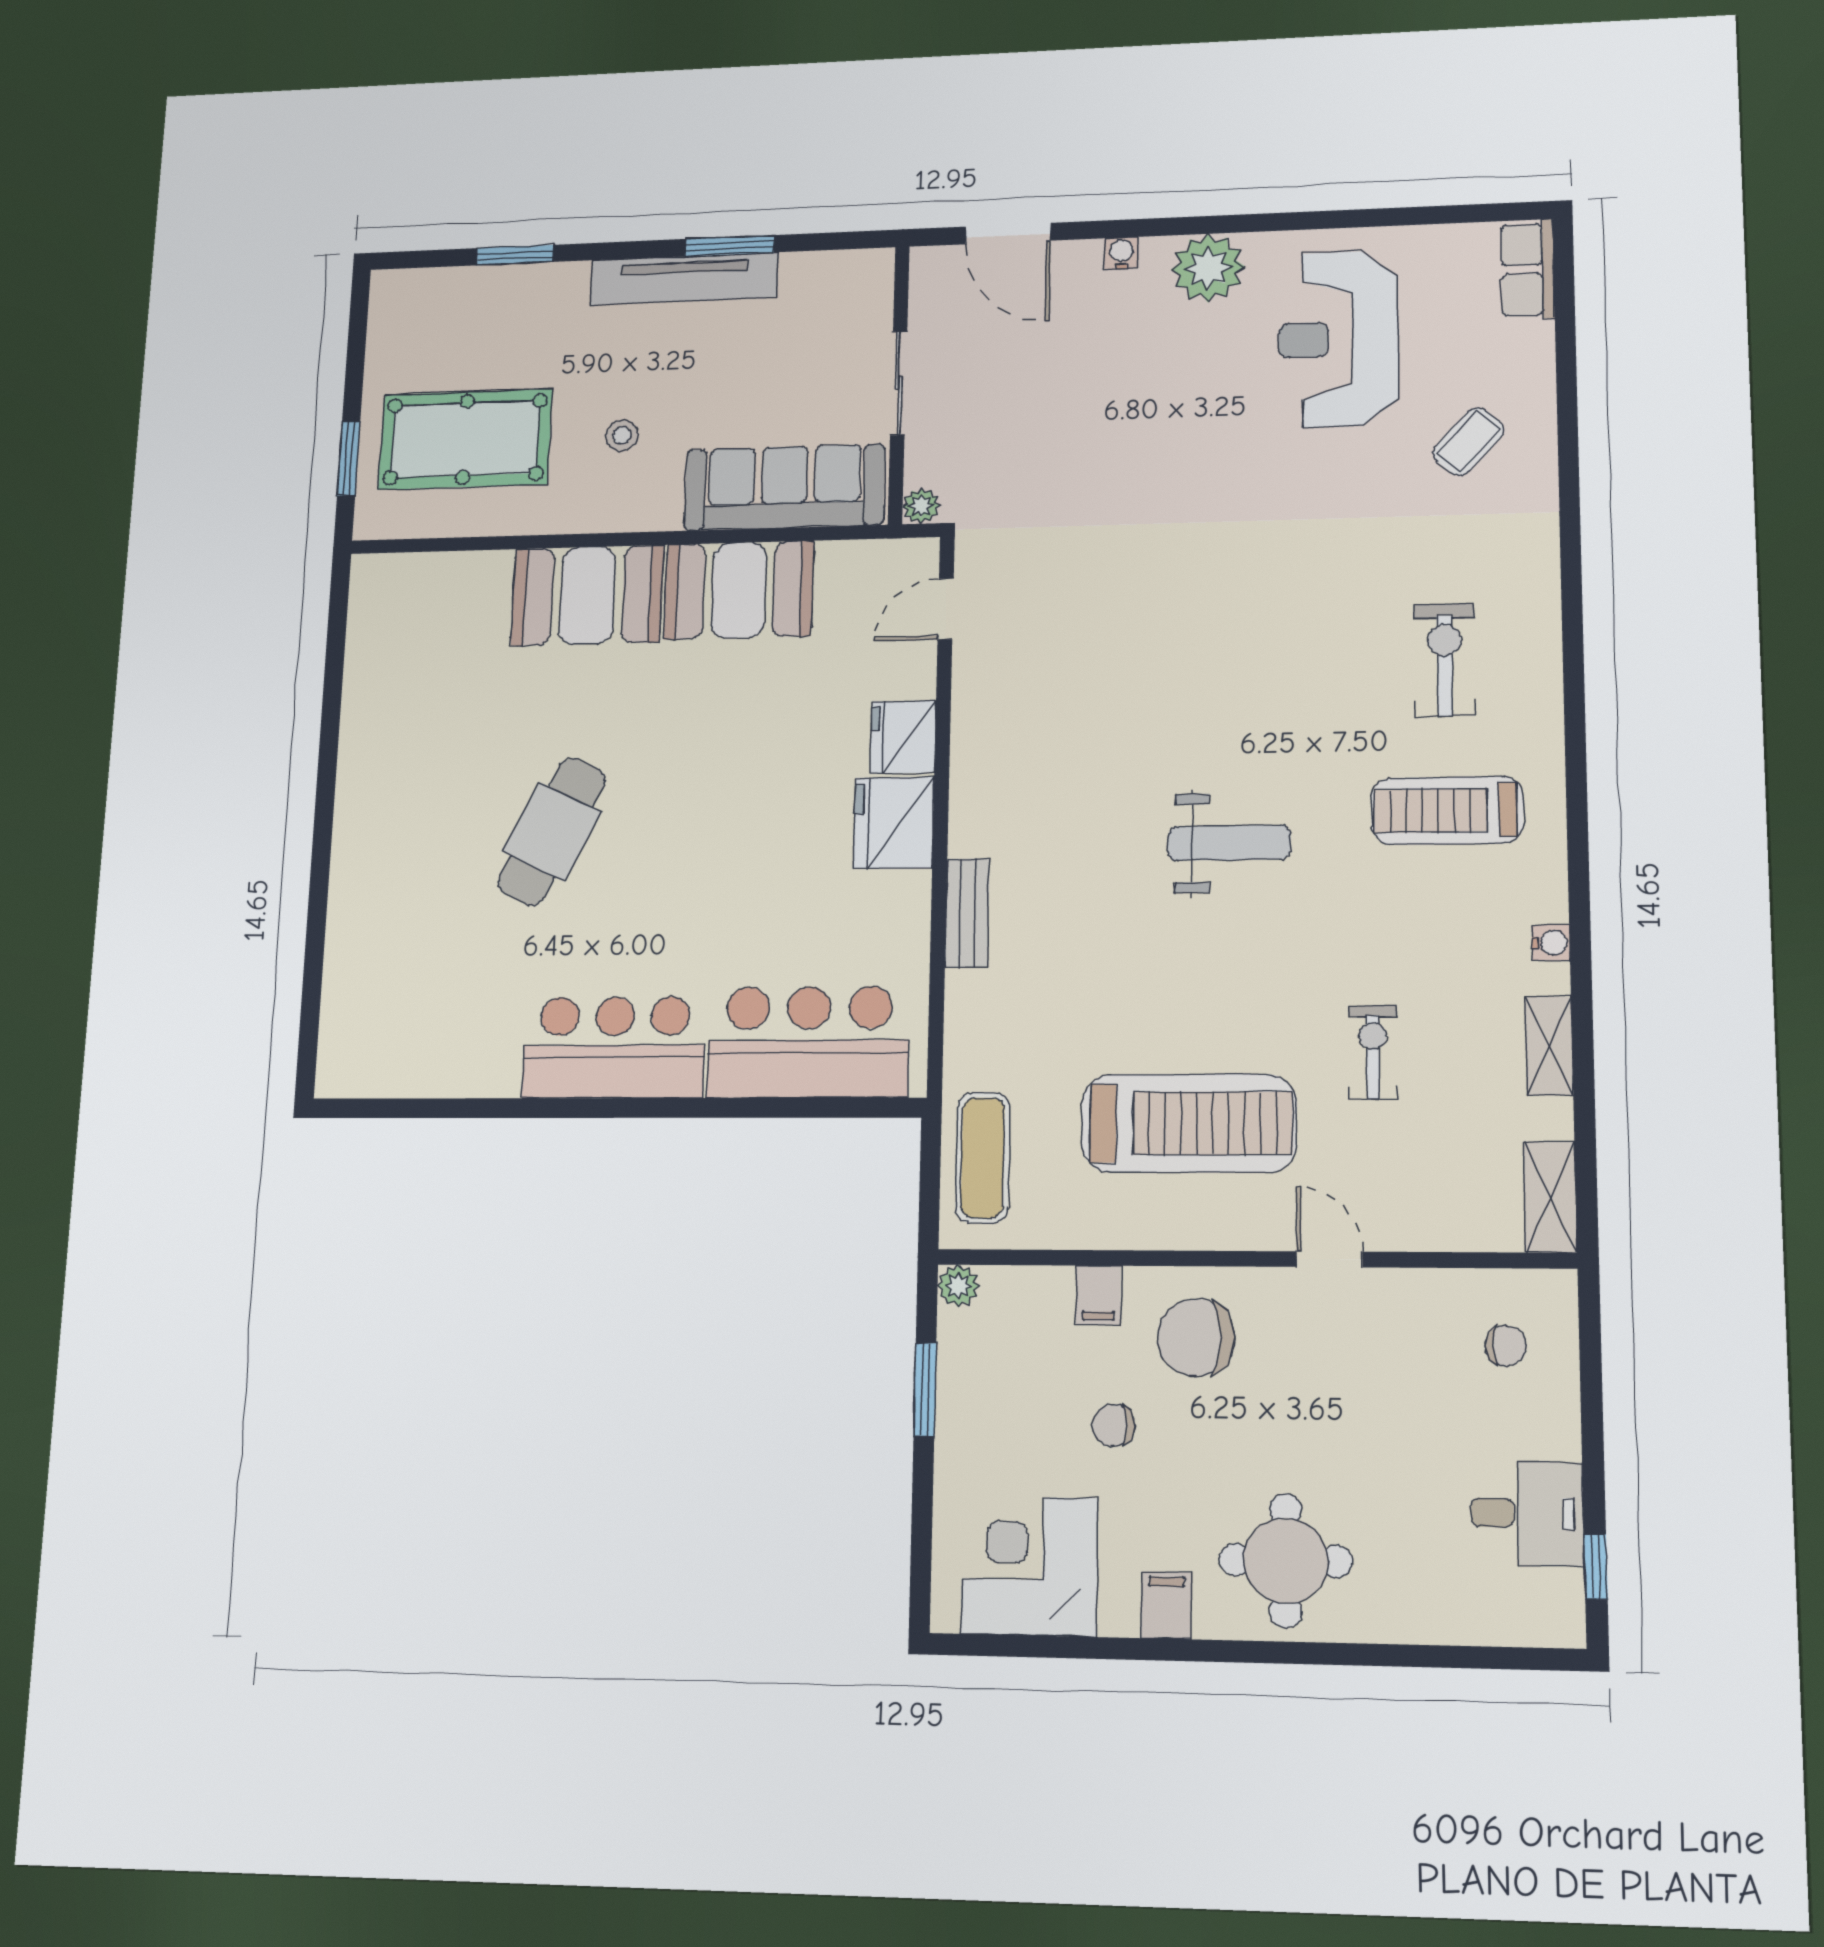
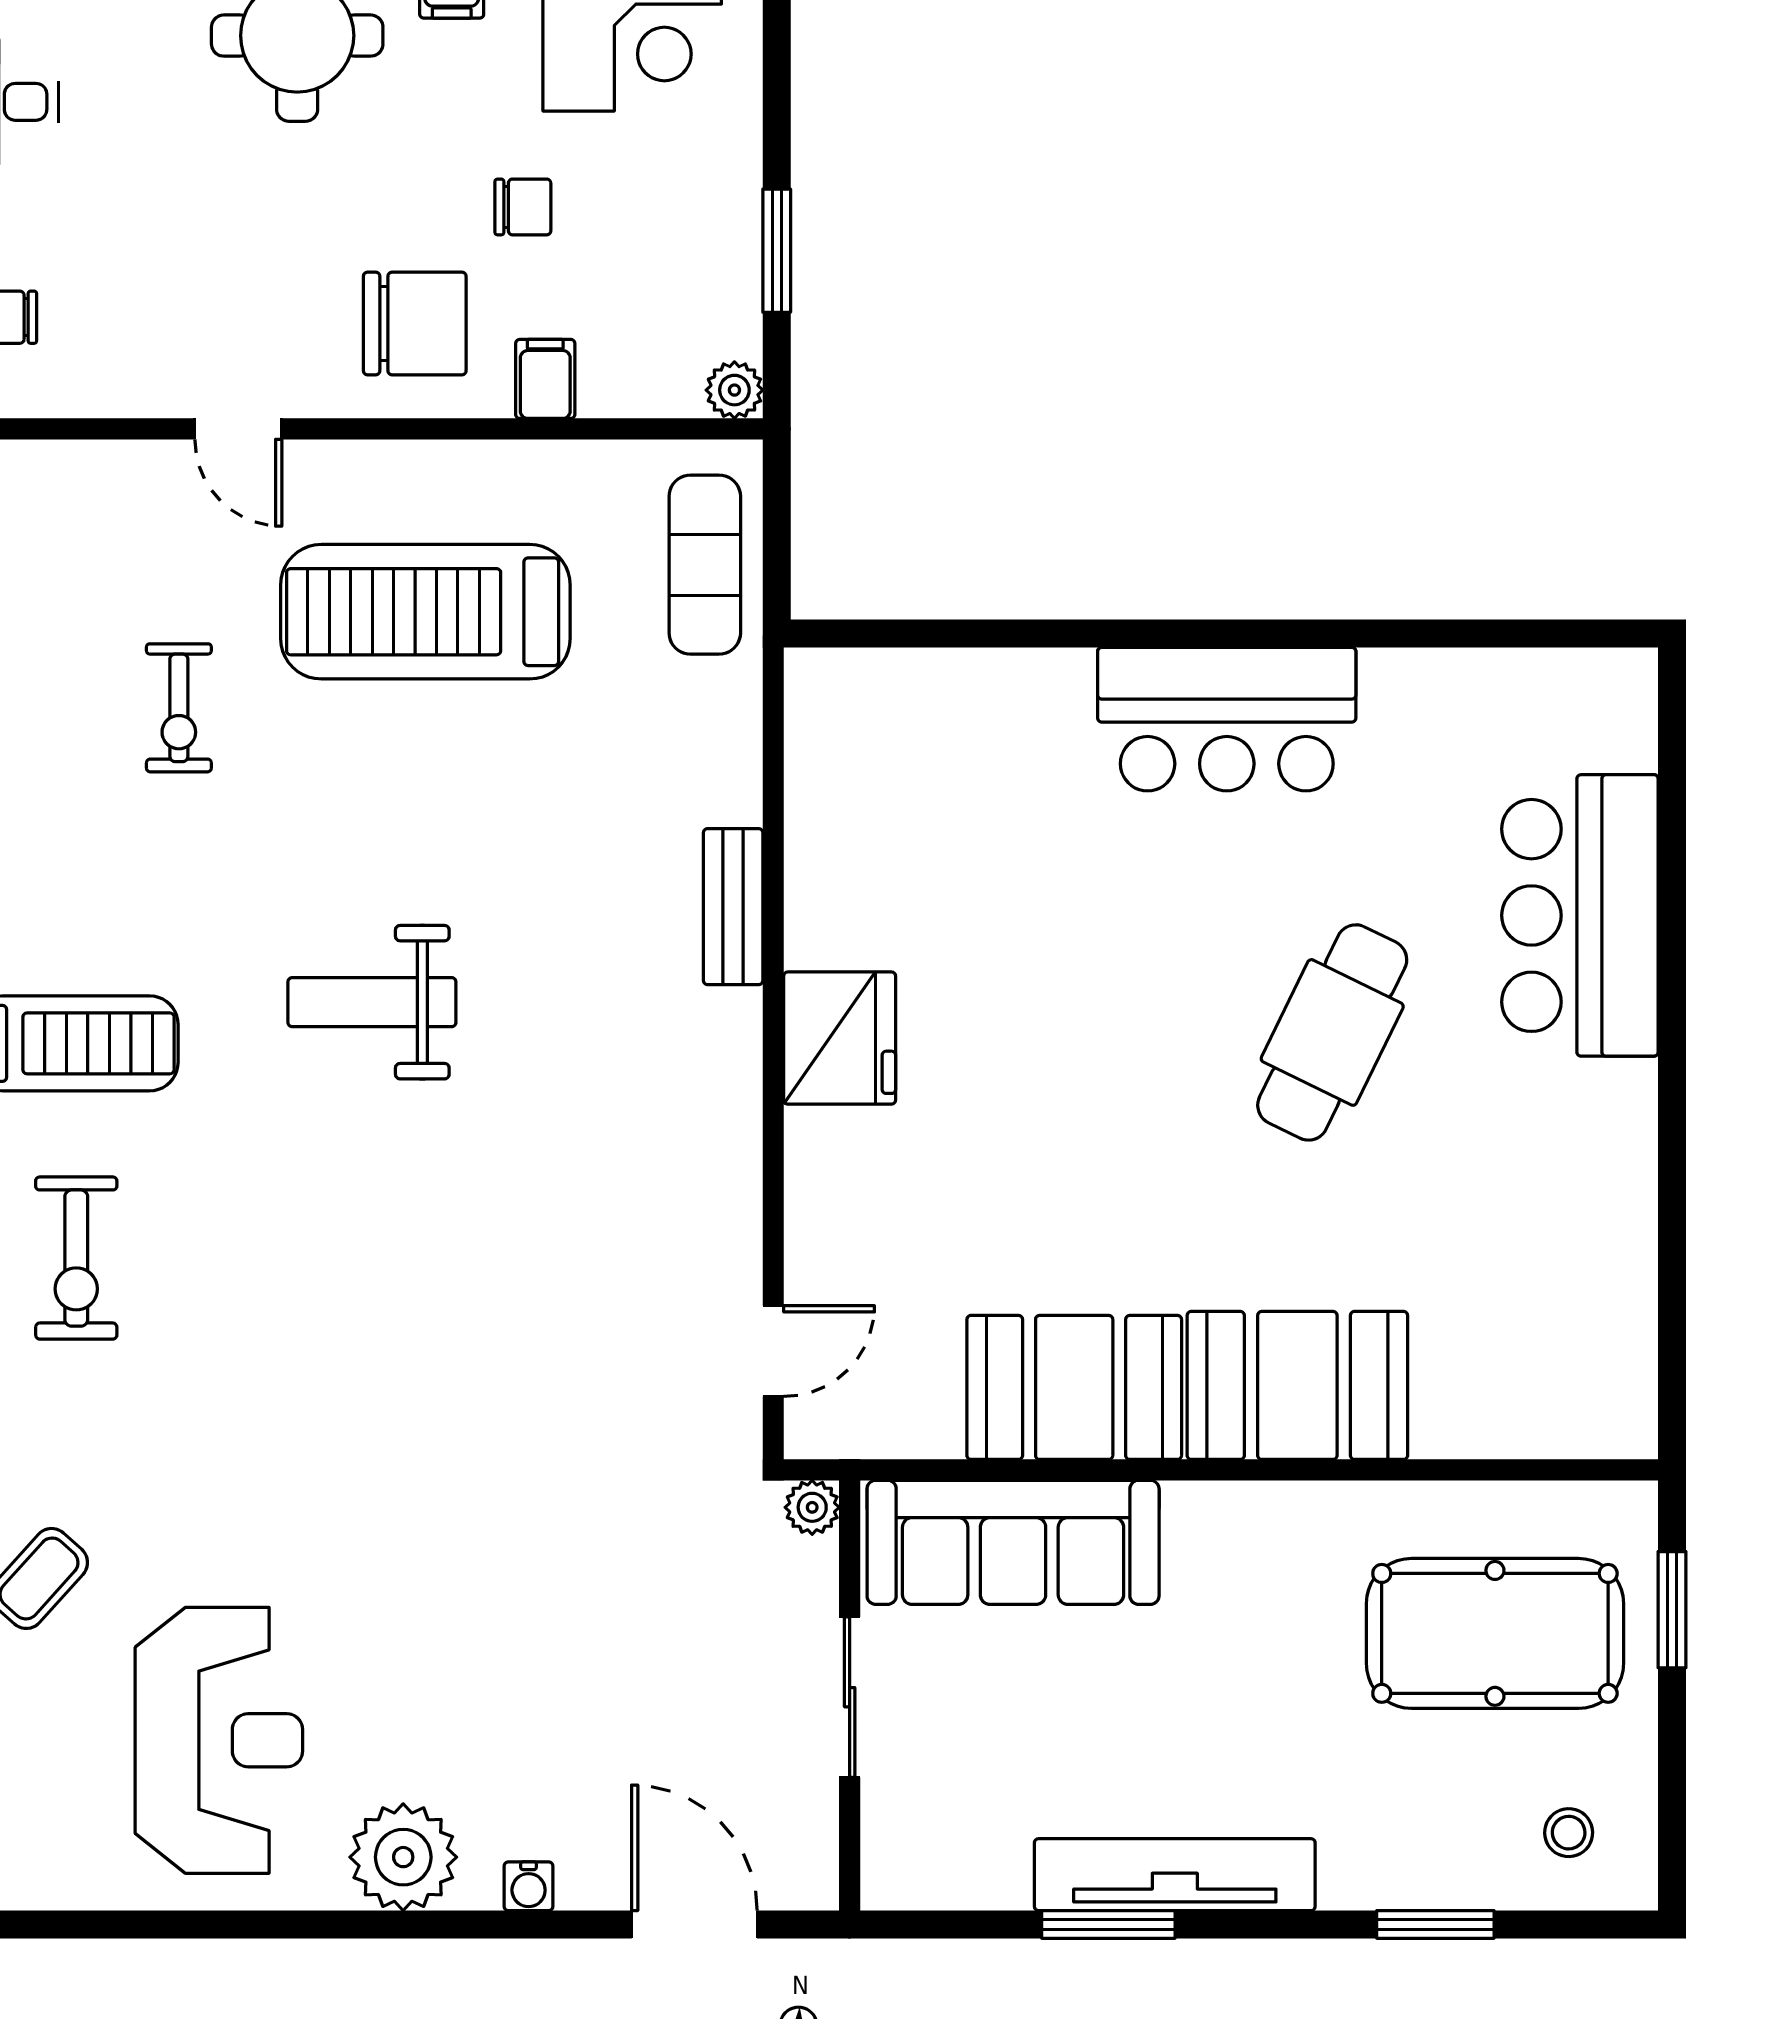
stool: (622, 435) -> (1569, 1833), moved
fridge: (903, 737) -> (829, 1163), removed
bar counter: (808, 1042) -> (1580, 915), moved, turned 90

